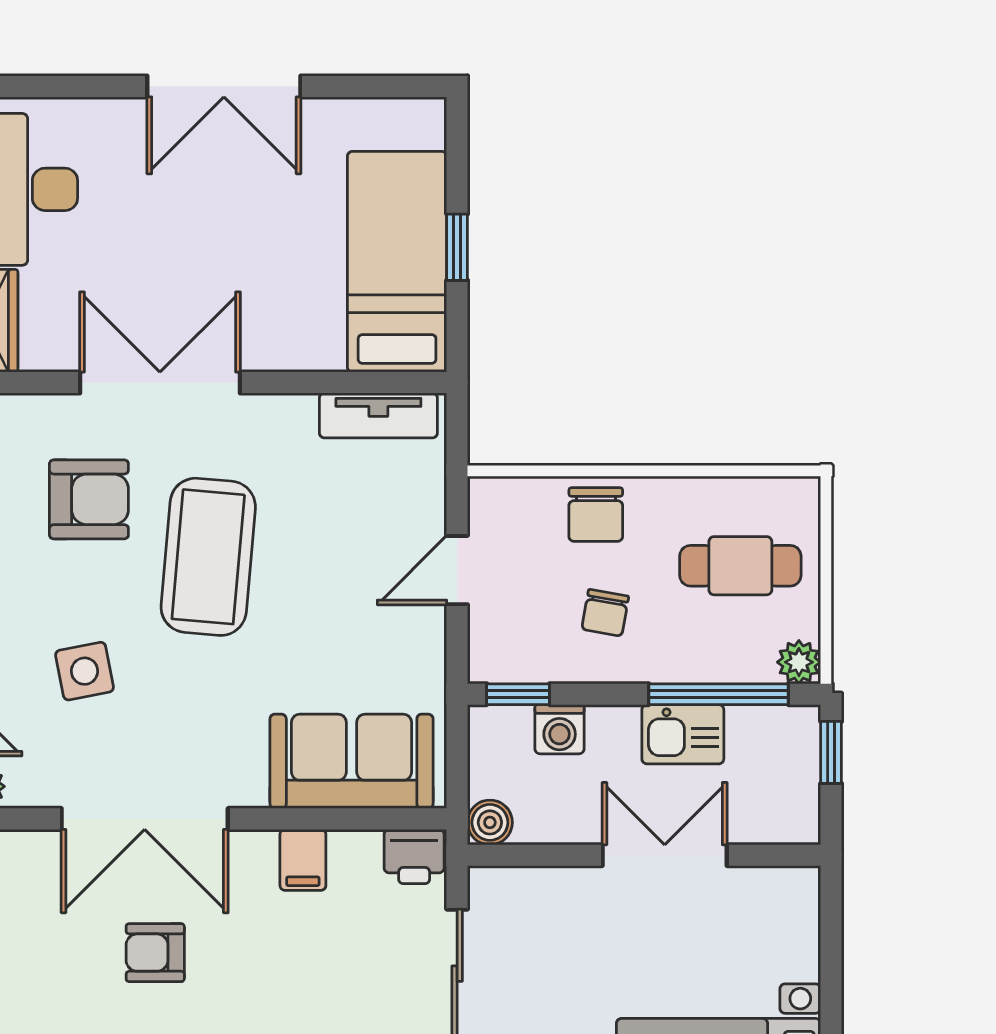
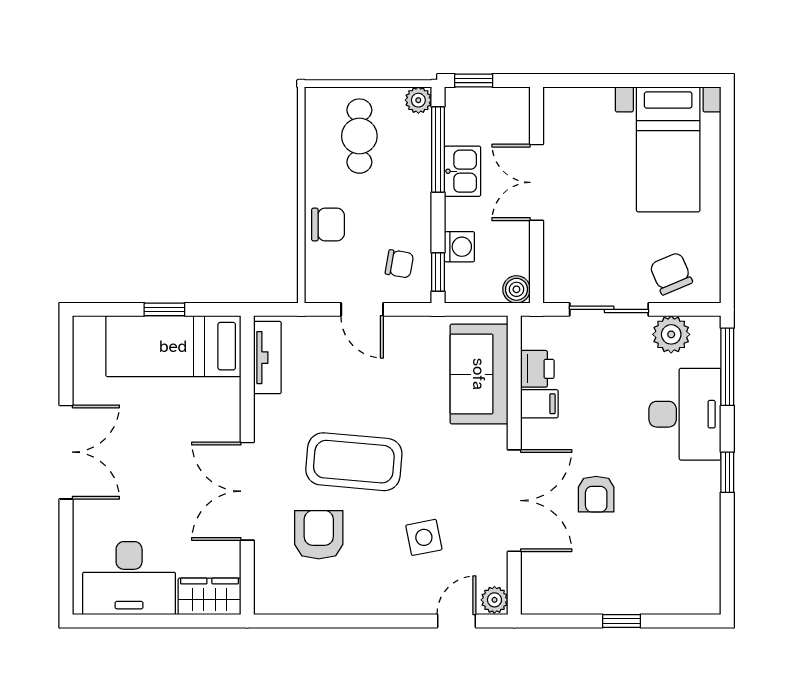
chair: (605, 613) -> (399, 264), moved
printer: (414, 856) -> (537, 369), moved

